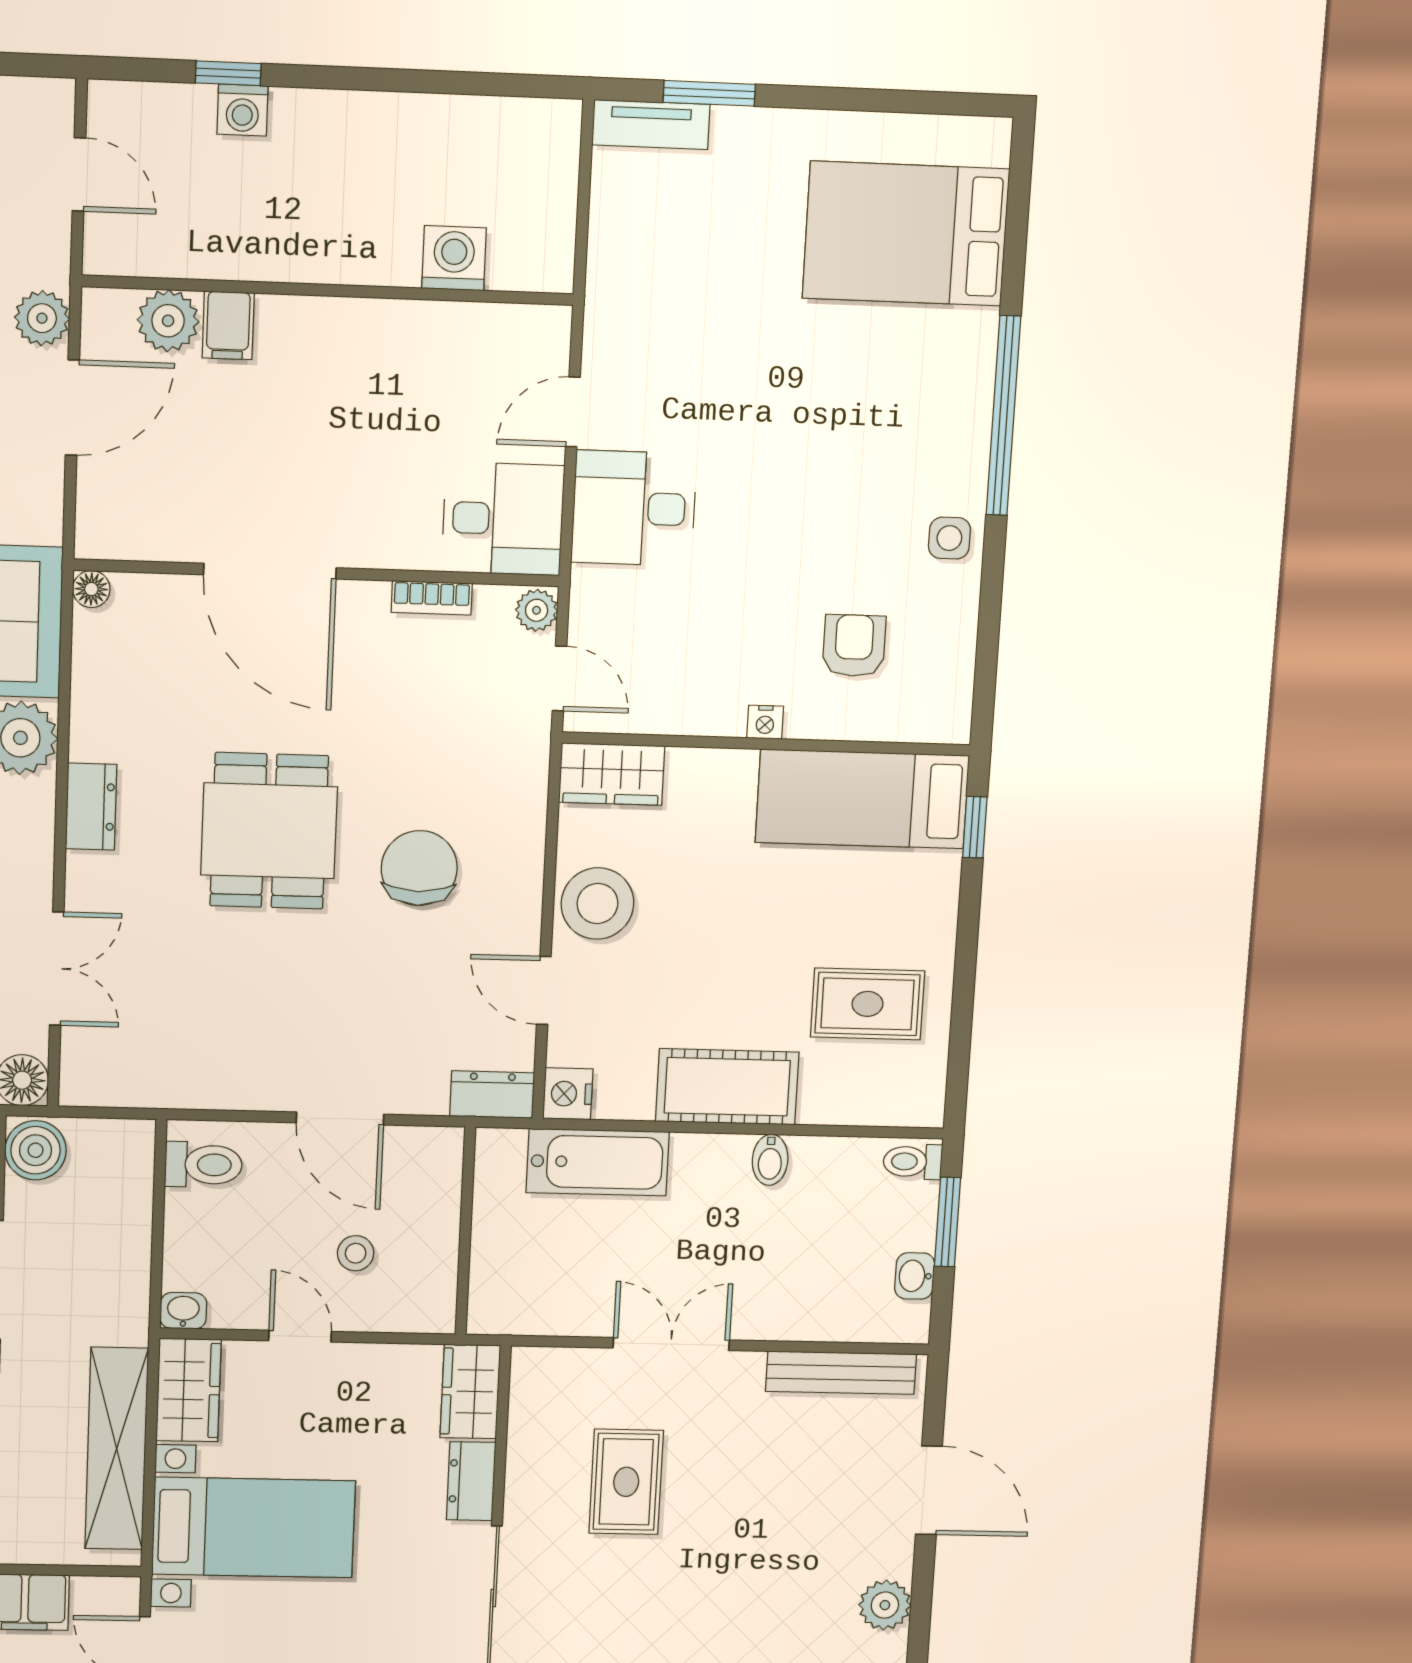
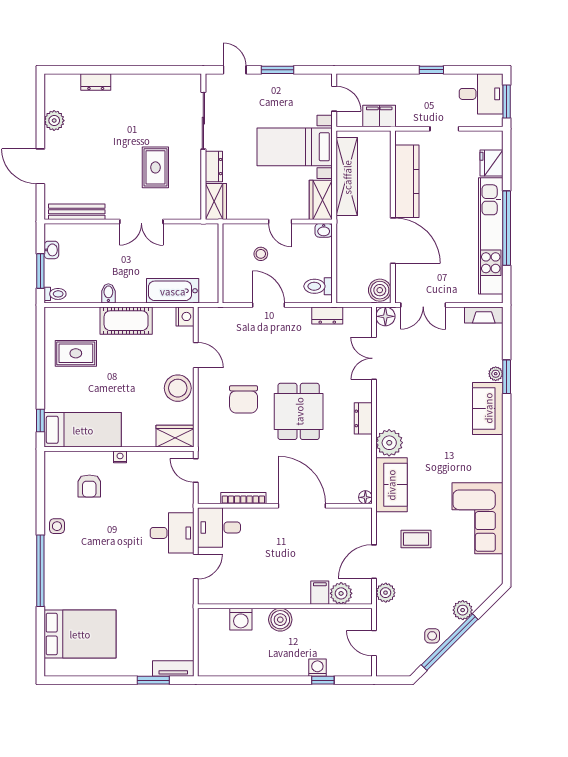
boiler: (343, 252) -> (280, 620), added
bookcase: (432, 598) -> (243, 498), width x1.56
plant: (537, 610) -> (205, 495), removed
dresser: (492, 1095) -> (327, 315), moved

